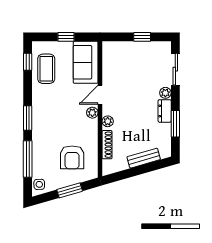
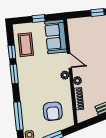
window: (28, 62) -> (12, 52), moved
door: (100, 95) -> (69, 61), swing flipped
window: (28, 118) -> (14, 74), moved

